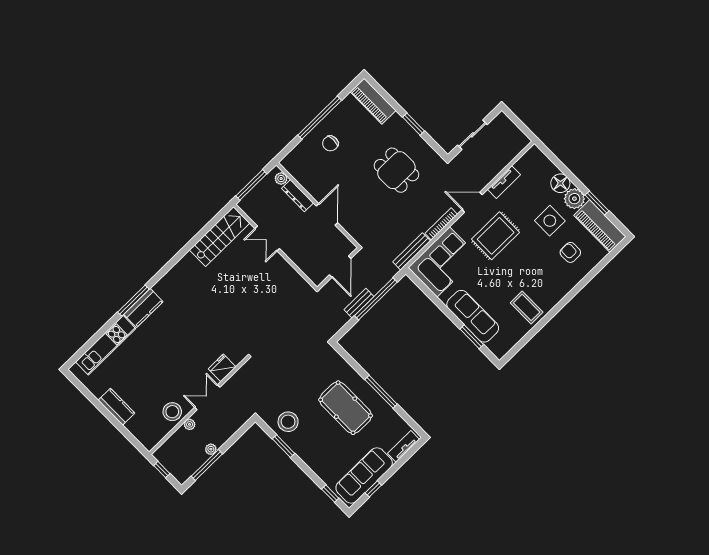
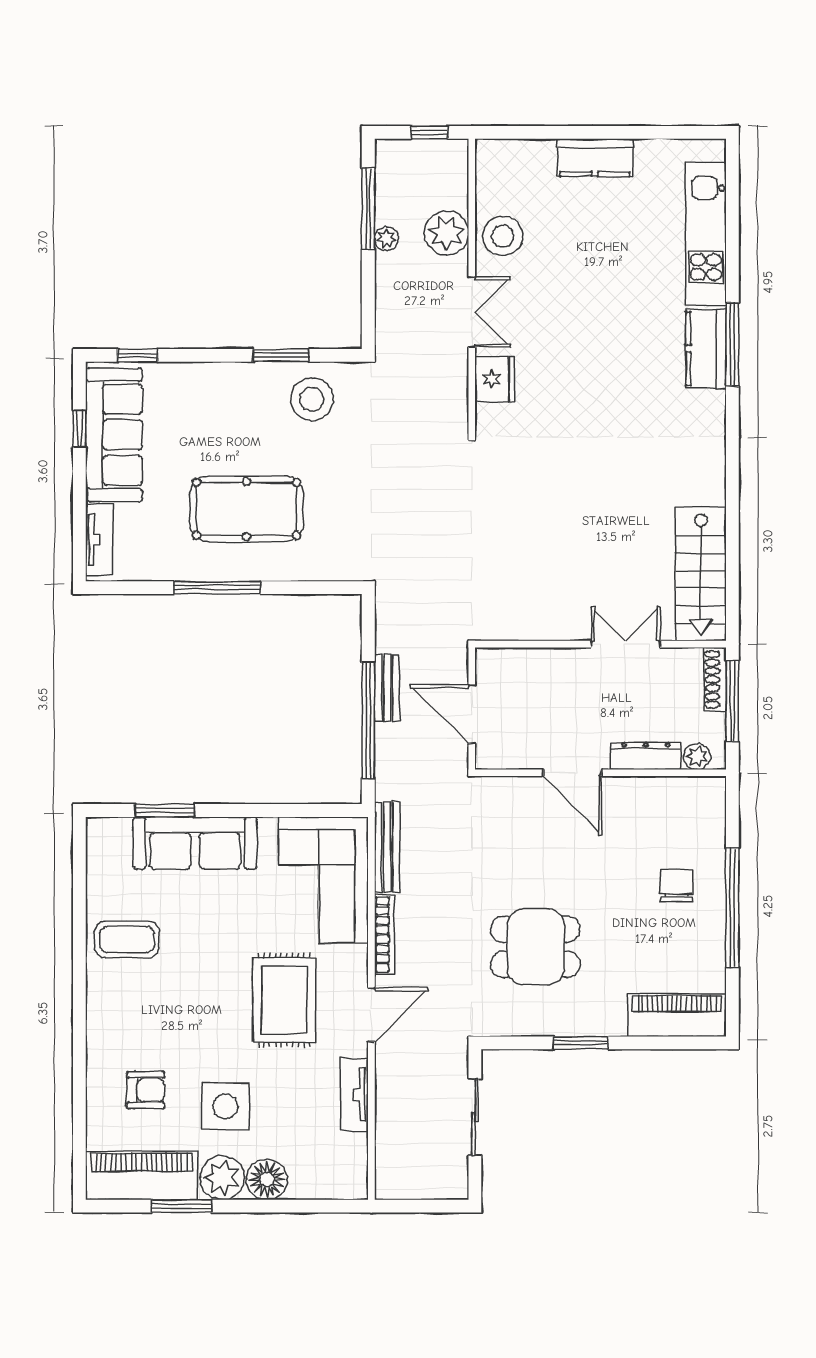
shoe rack: (250, 198) -> (715, 679), added
plant: (190, 424) -> (447, 233), width x1.88, depth x1.88

